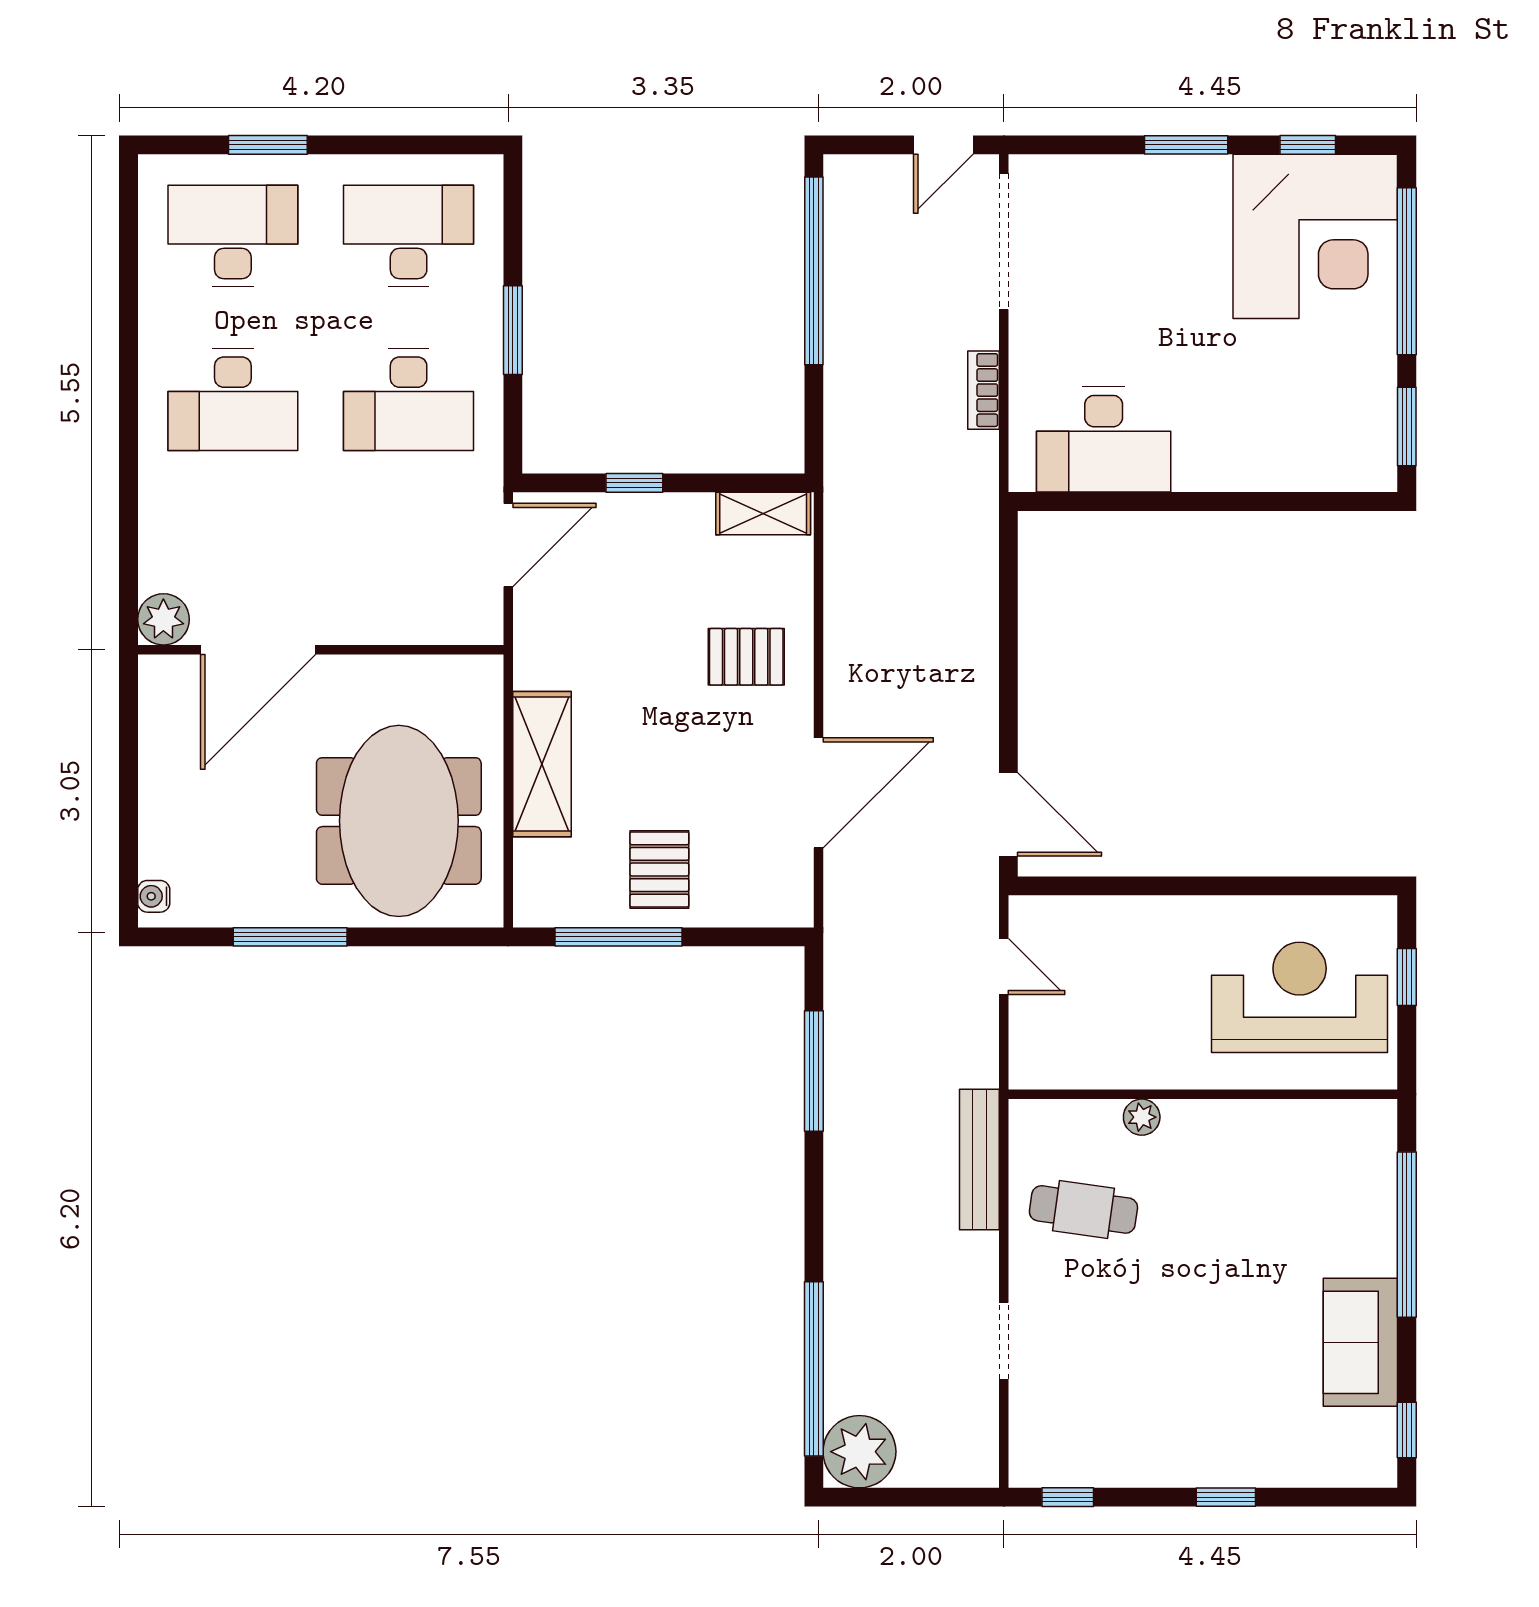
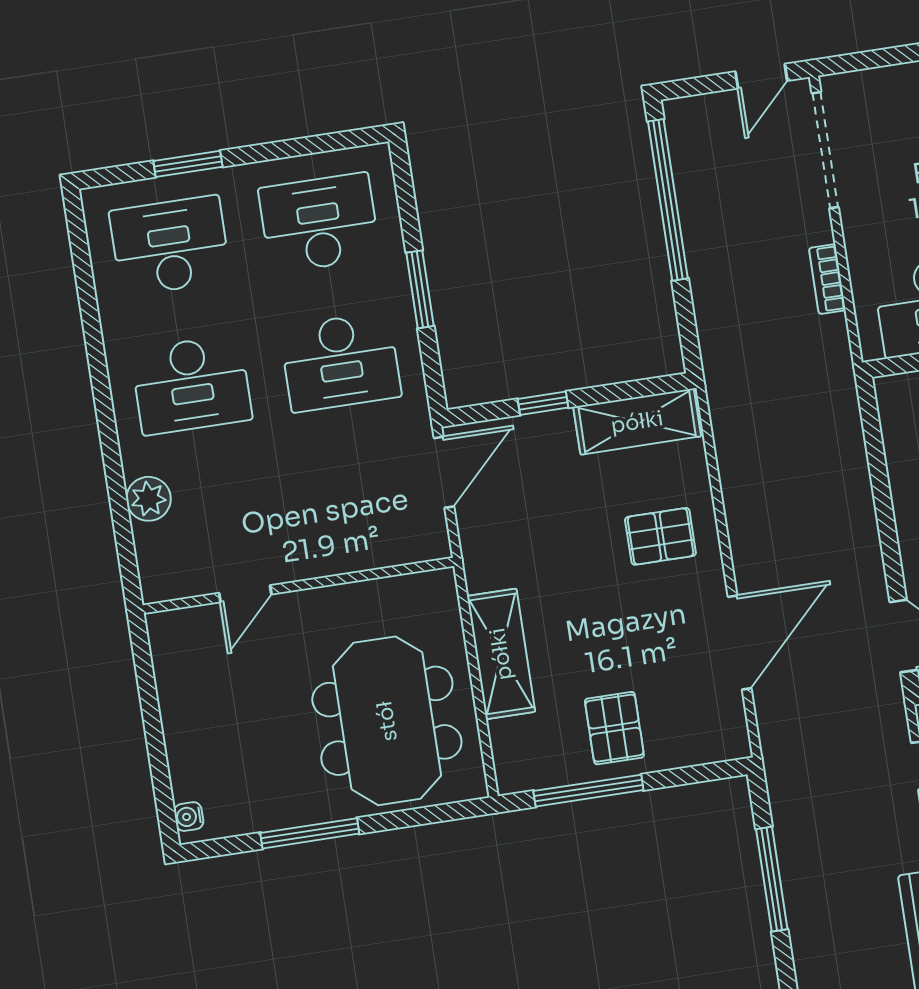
shelving: (763, 514) -> (637, 422), width x1.50, depth x1.33
plant: (163, 619) -> (149, 499), moved
door: (258, 650) -> (245, 594), width x0.53

